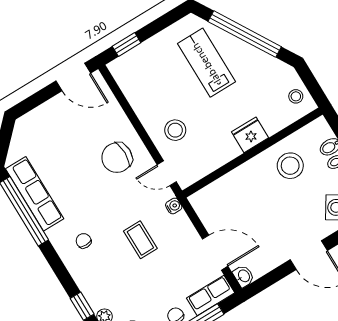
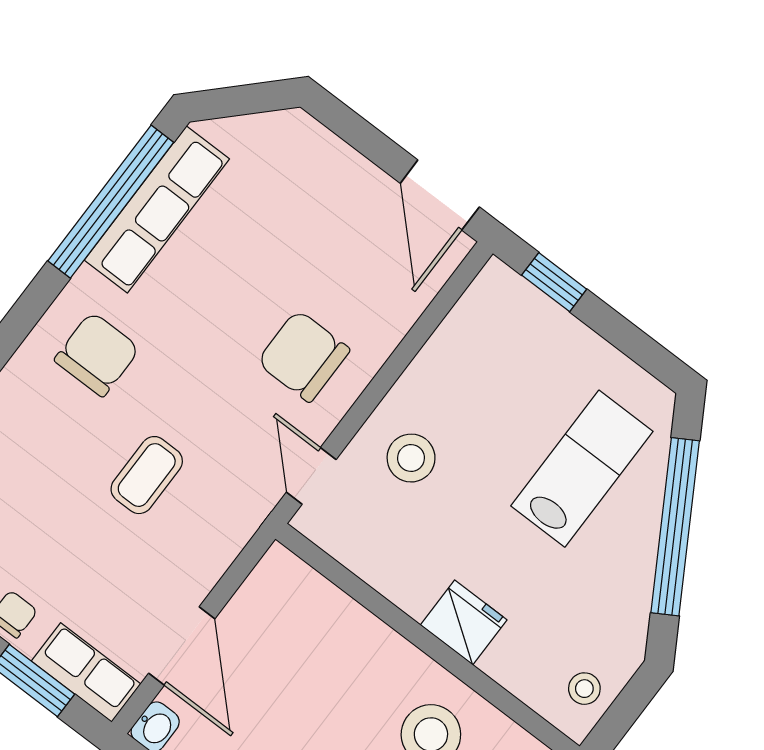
water cooler: (174, 206) -> (247, 518), removed
chair: (84, 241) -> (97, 354), width x1.87, depth x1.87

